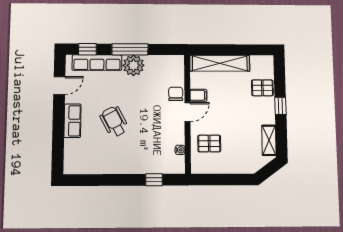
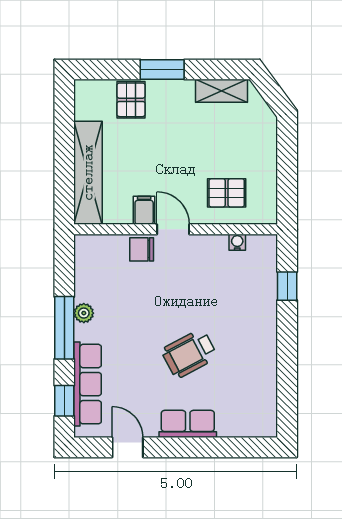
plant: (133, 65) -> (84, 313), width x0.53, depth x0.53
window: (280, 106) -> (162, 69), width x1.50
pallet: (209, 144) -> (227, 193), turned 90

